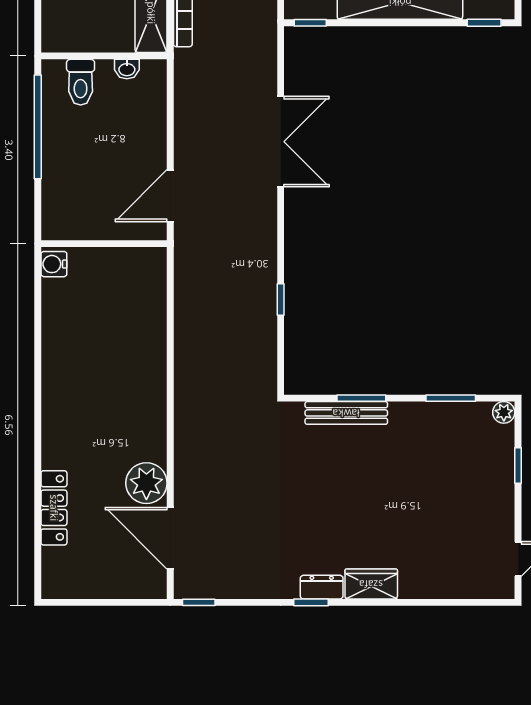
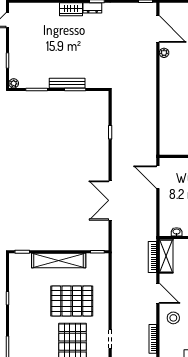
door: (170, 196) -> (158, 177), swing flipped
bench: (346, 413) -> (67, 83), moved
plant: (146, 483) -> (164, 53), width x0.53, depth x0.53

